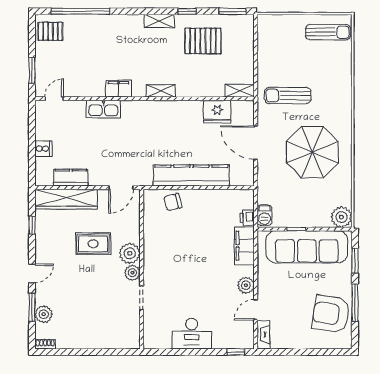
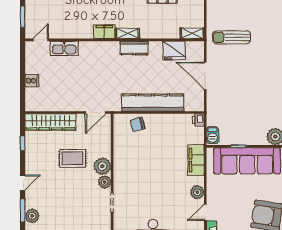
filing cabinet: (119, 89) -> (104, 32), moved
kitchen sink: (103, 109) -> (64, 48), moved
parasol: (312, 152) -> (252, 84), removed
kitchen counter: (71, 178) -> (134, 48), moved, turned 180
printer: (247, 218) -> (198, 120), moved

